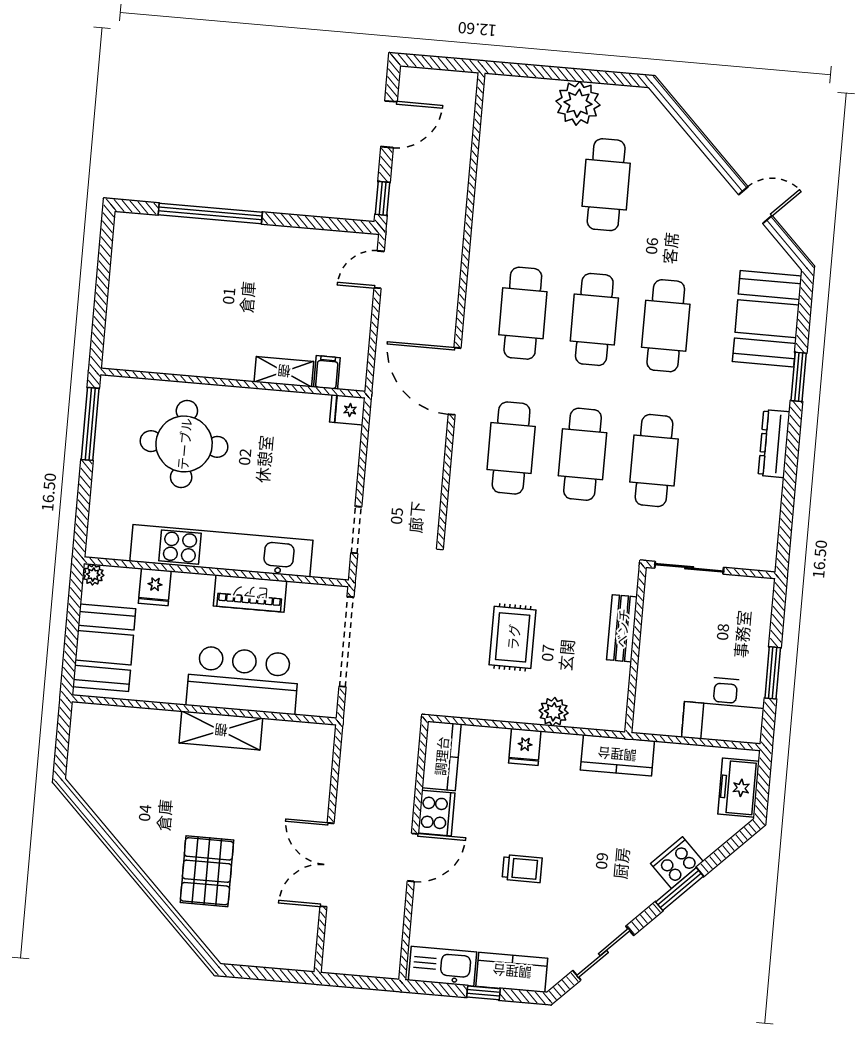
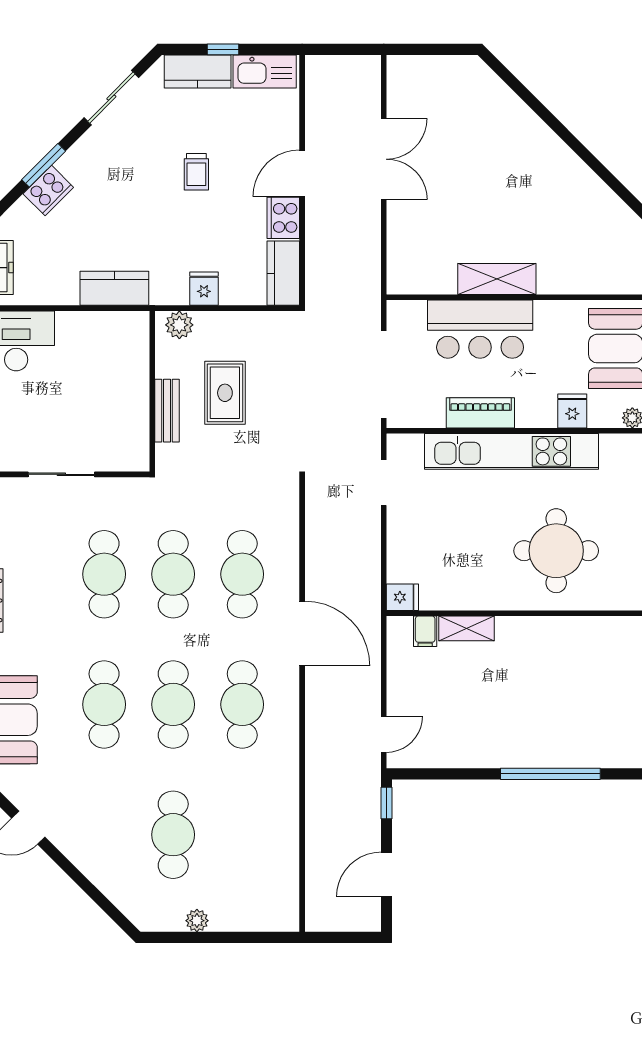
plant: (578, 103) -> (197, 921), width x0.53, depth x0.53
bench: (622, 628) -> (167, 411), moved
wall: (636, 650) -> (152, 391), moved
trolley: (522, 869) -> (196, 172), turned -90
pallet: (207, 871) -> (498, 143), removed

